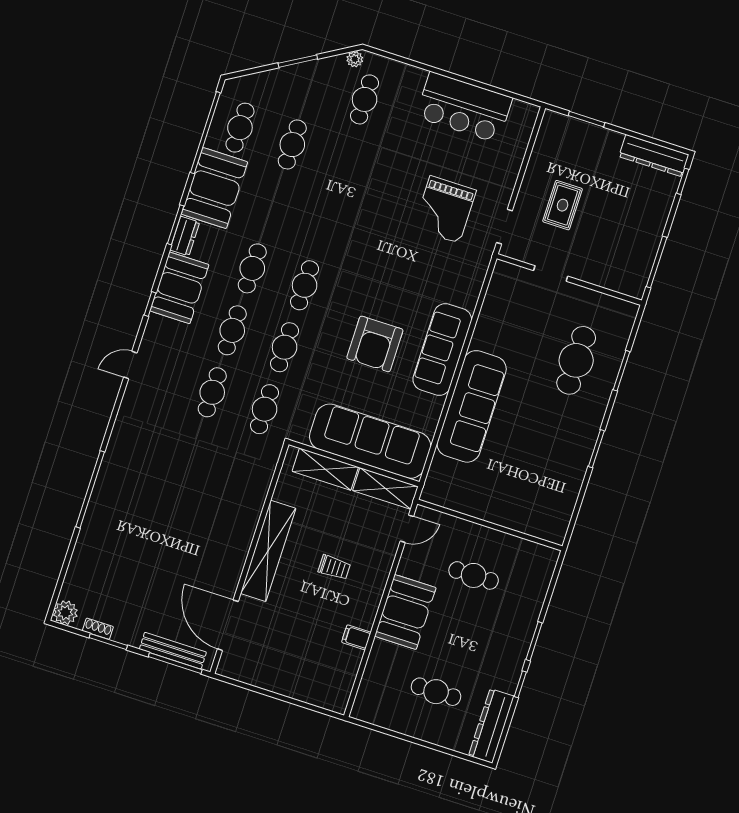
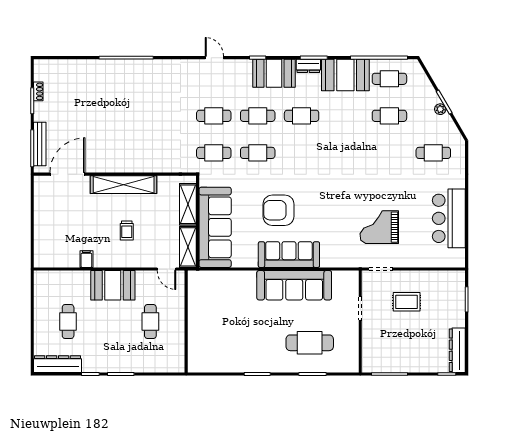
plant: (355, 59) -> (440, 109), moved
cafe table: (305, 285) -> (302, 153), removed
sofa: (472, 406) -> (294, 285), moved
plant: (65, 613) -> (42, 67), removed

